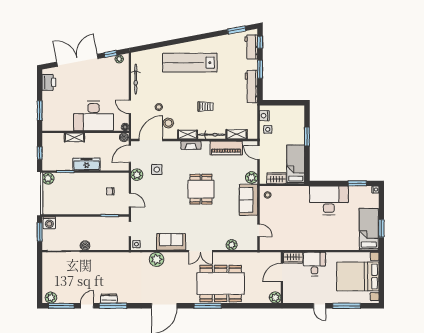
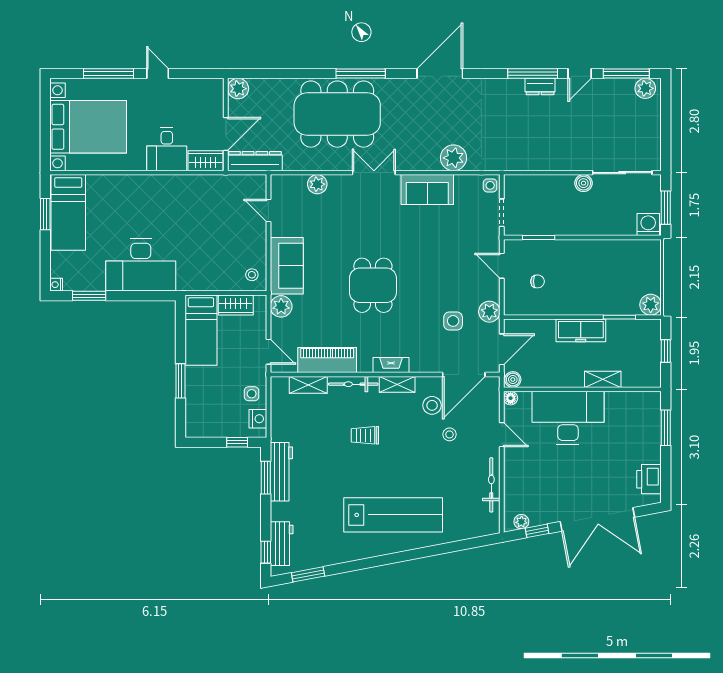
window: (260, 69) -> (266, 478), moved
window: (276, 103) -> (237, 442), added
dresser: (266, 258) -> (255, 161), added

